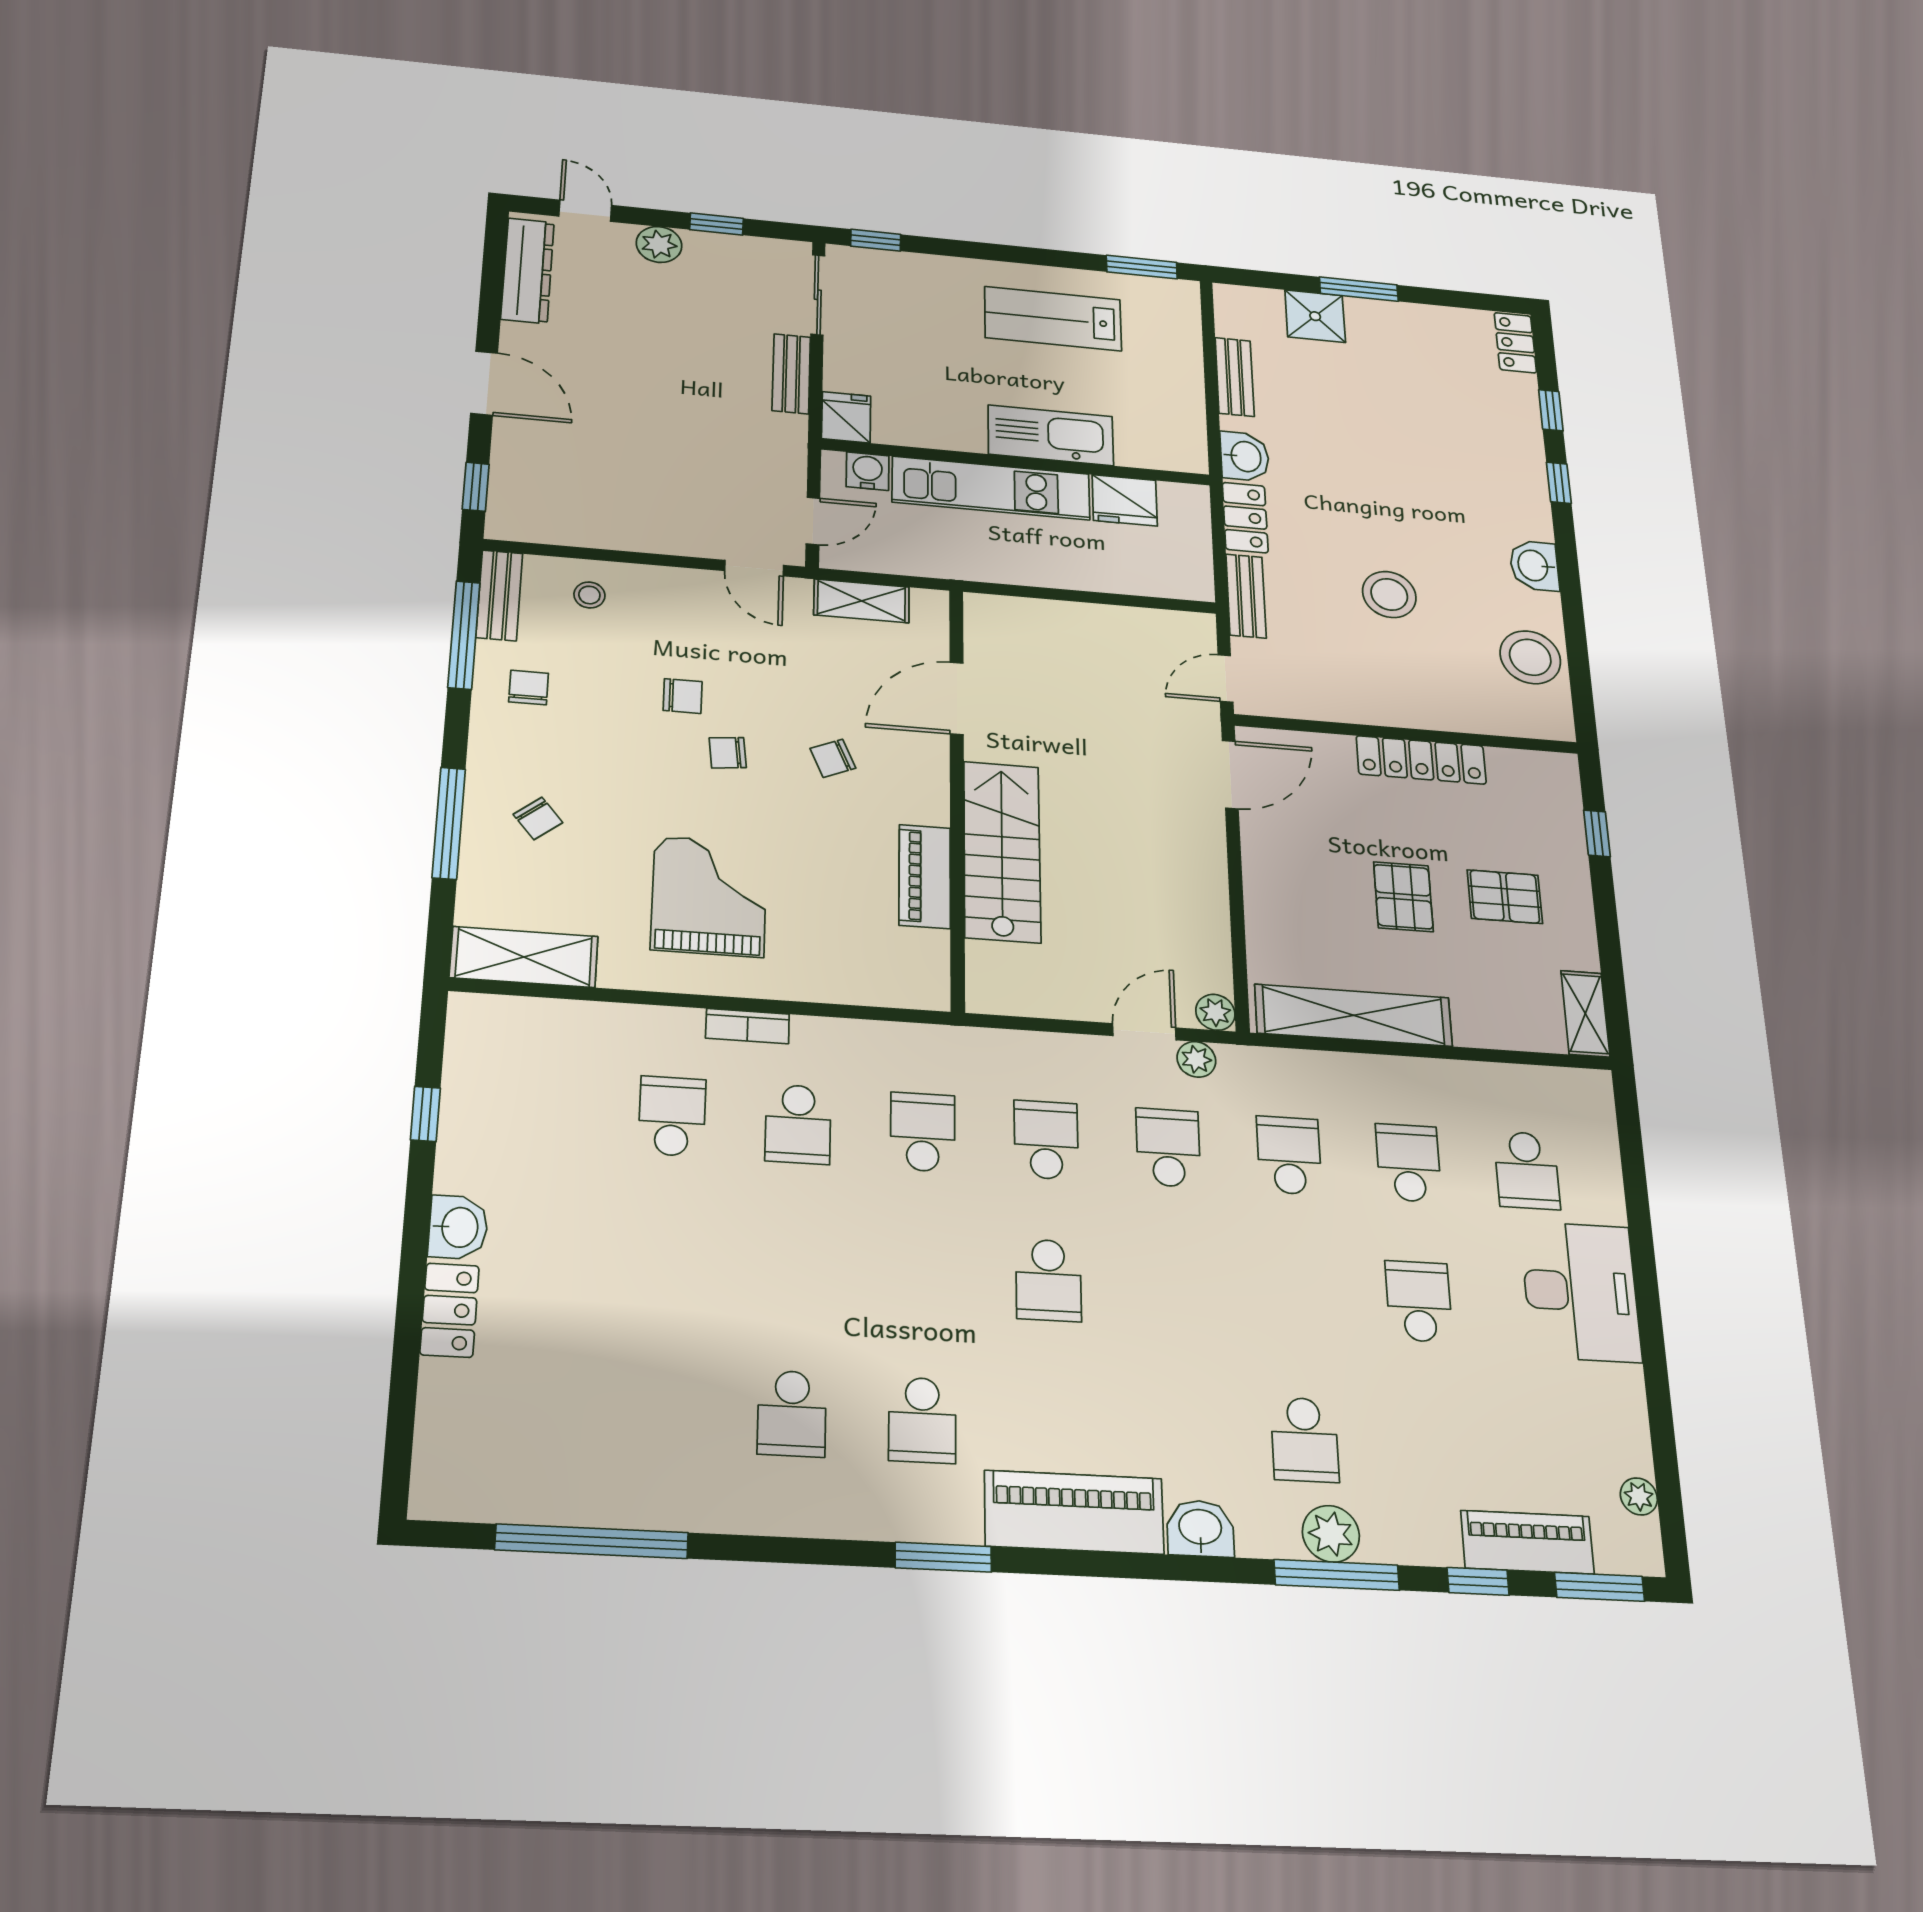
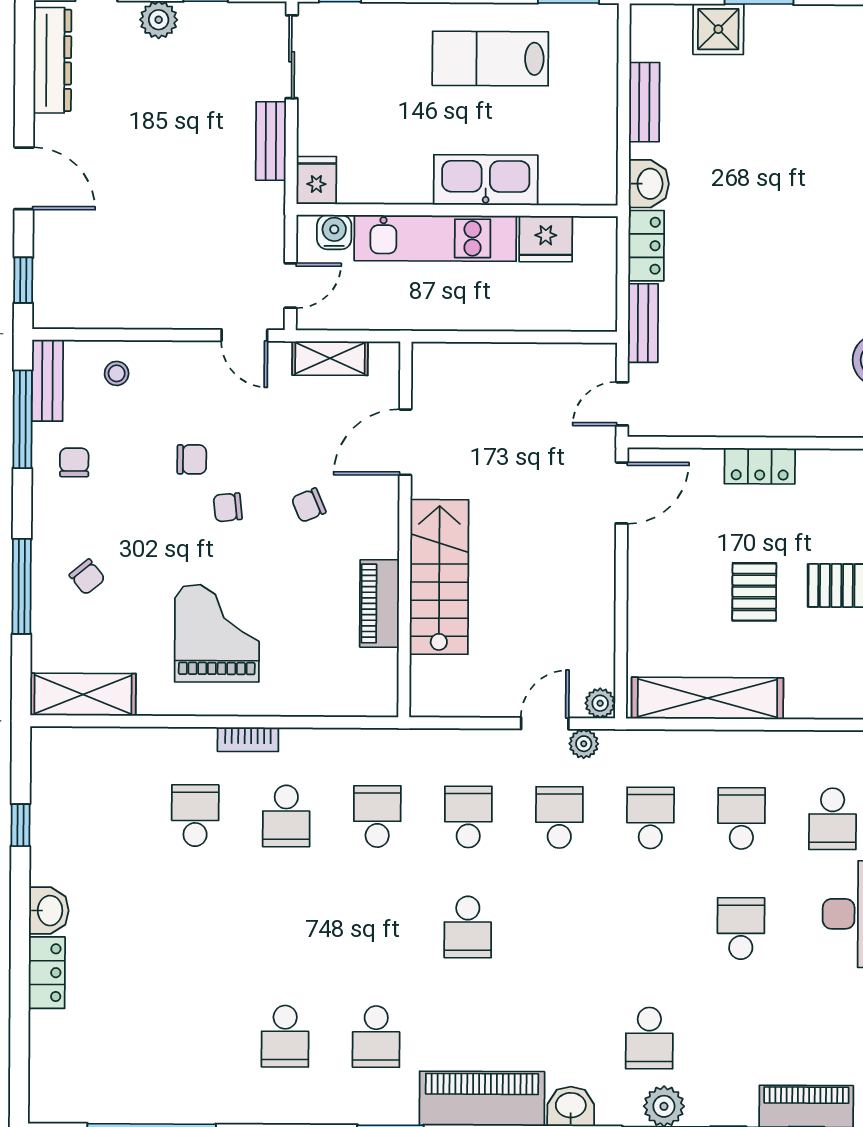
stool: (1389, 594) -> (763, 310), removed
locker: (1421, 760) -> (760, 466), width x0.66

